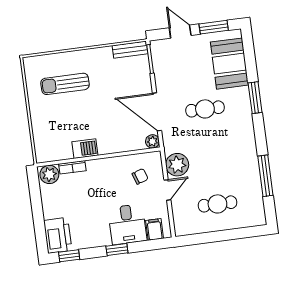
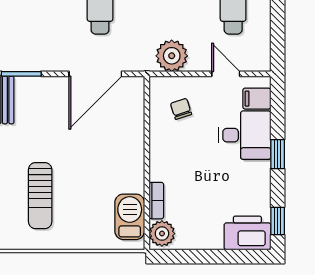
plant: (152, 141) -> (135, 86), removed
barbecue: (85, 149) -> (130, 217), moved, width x1.38, depth x1.27
door: (167, 190) -> (226, 74), moved

